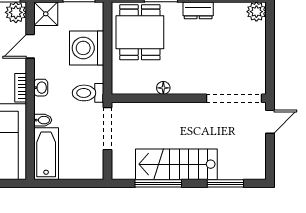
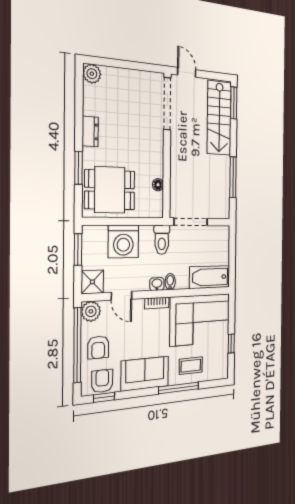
floor lamp: (163, 88) -> (158, 185), moved
bidet: (43, 120) -> (170, 282), moved
stairs: (176, 164) -> (219, 118), moved
window: (225, 183) -> (234, 103), moved

